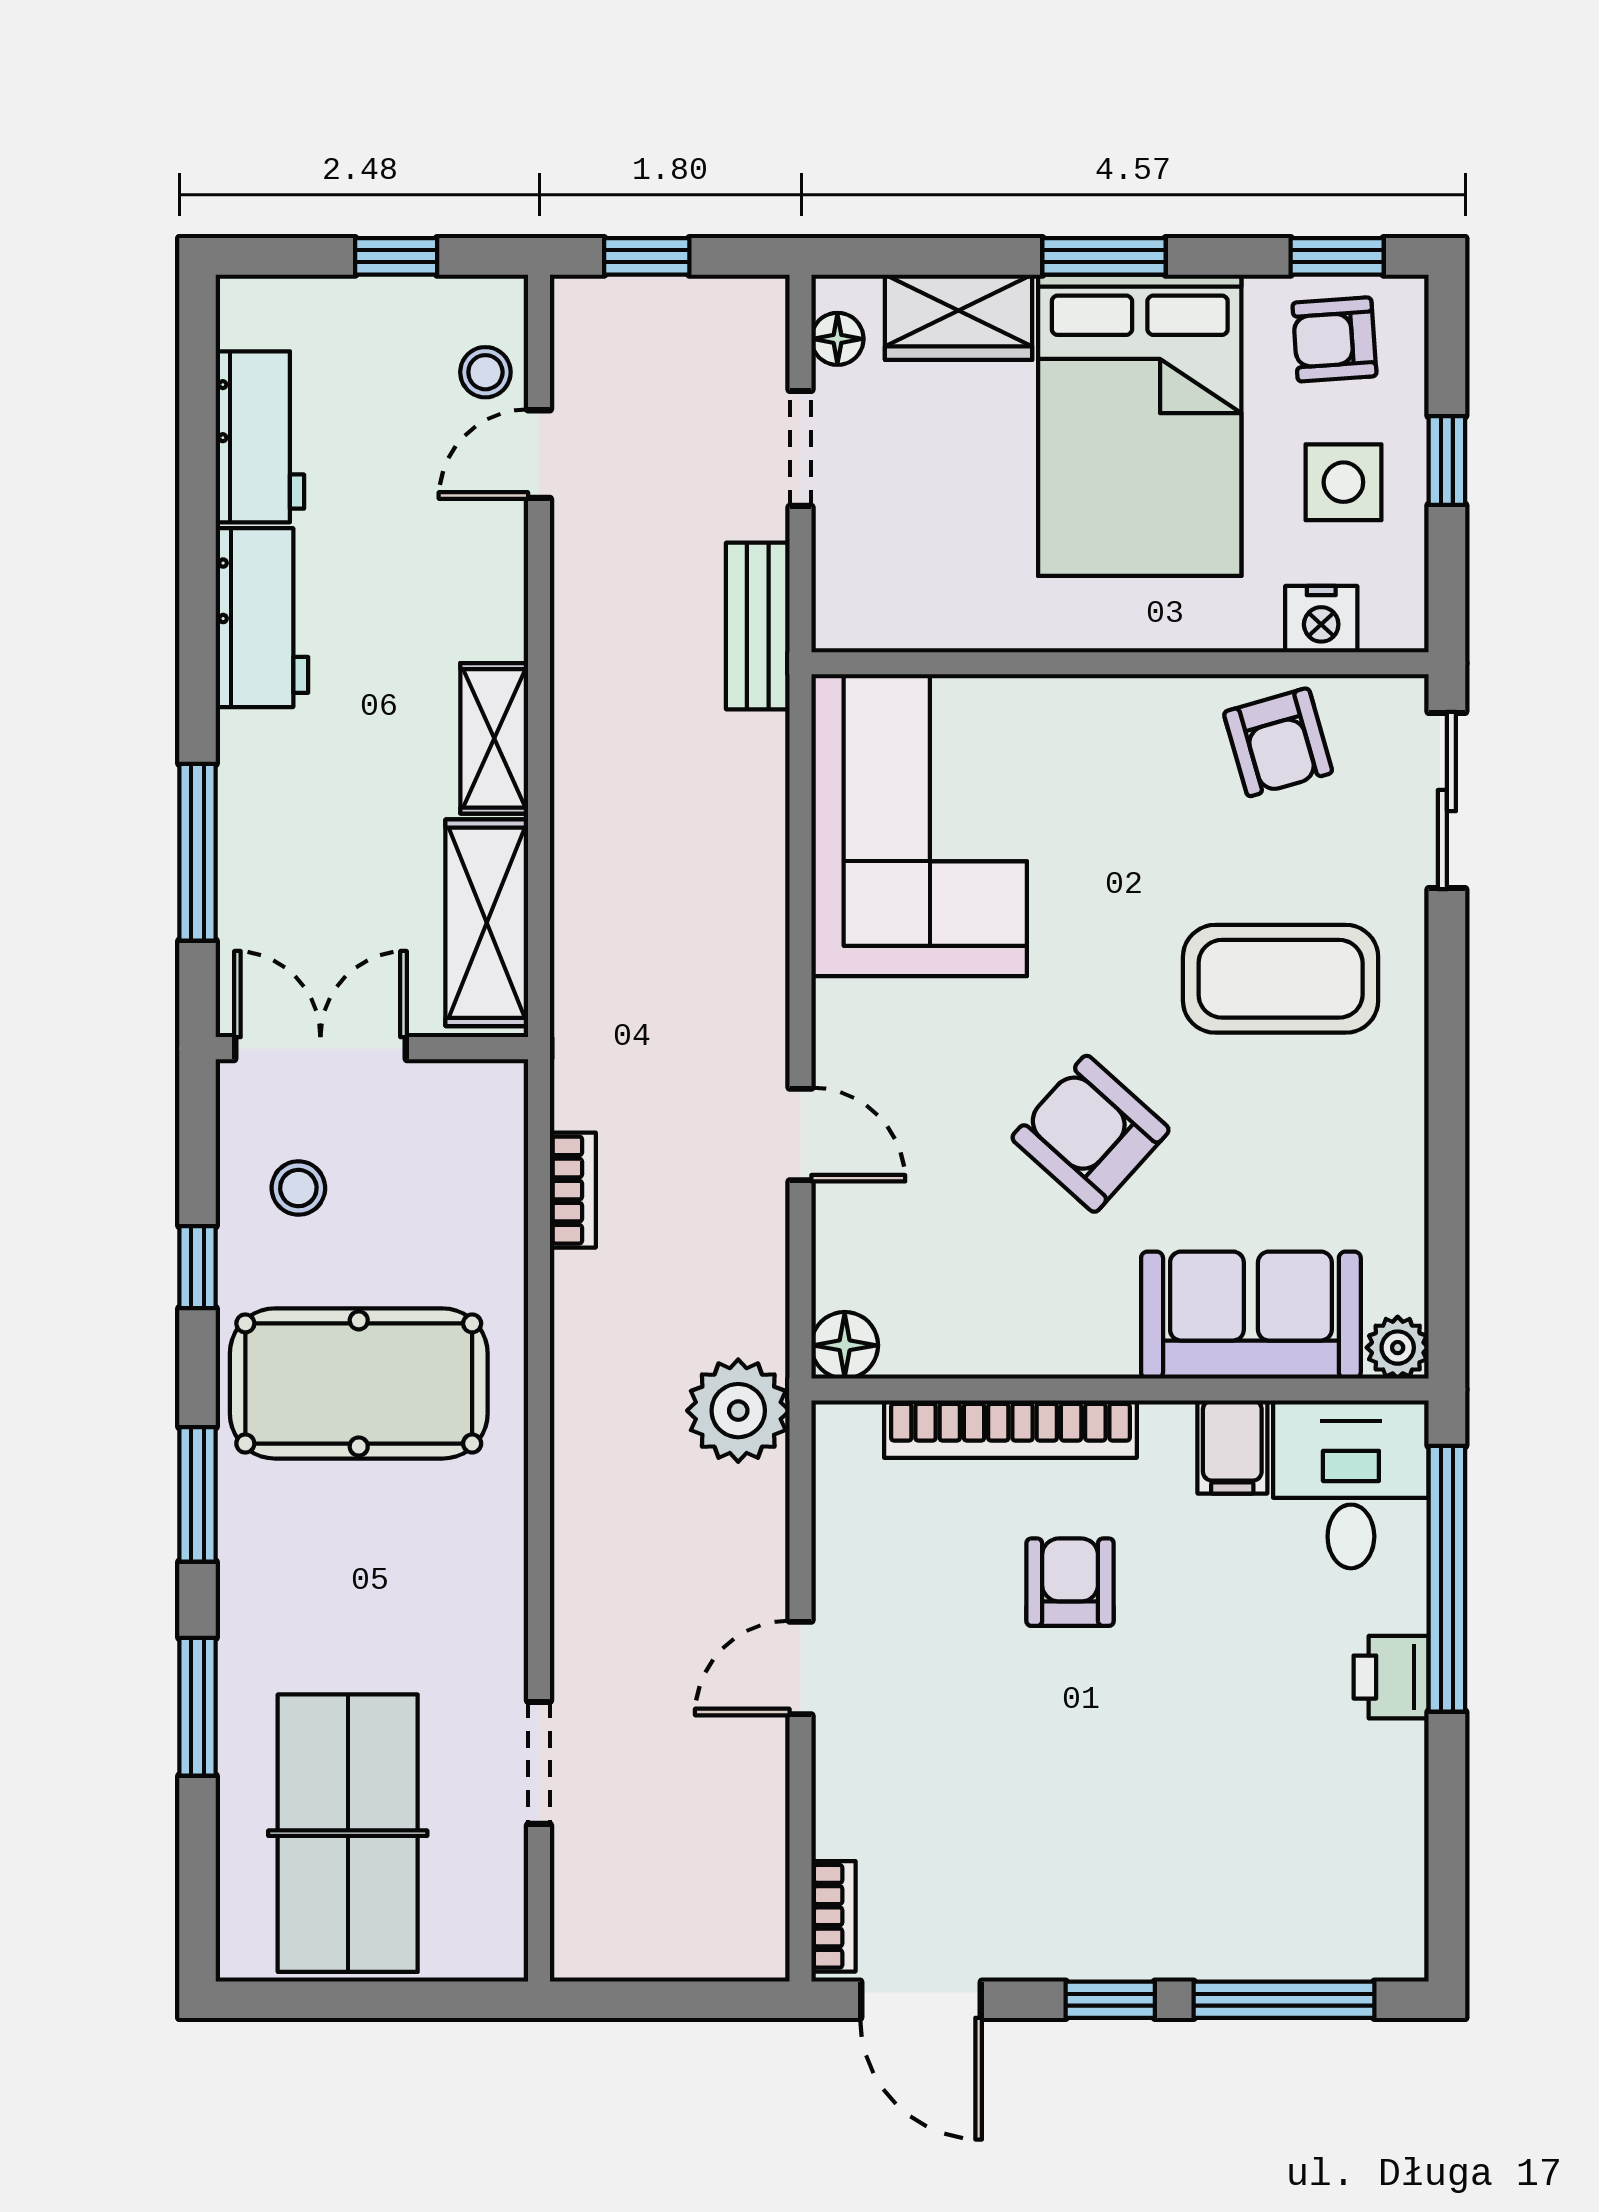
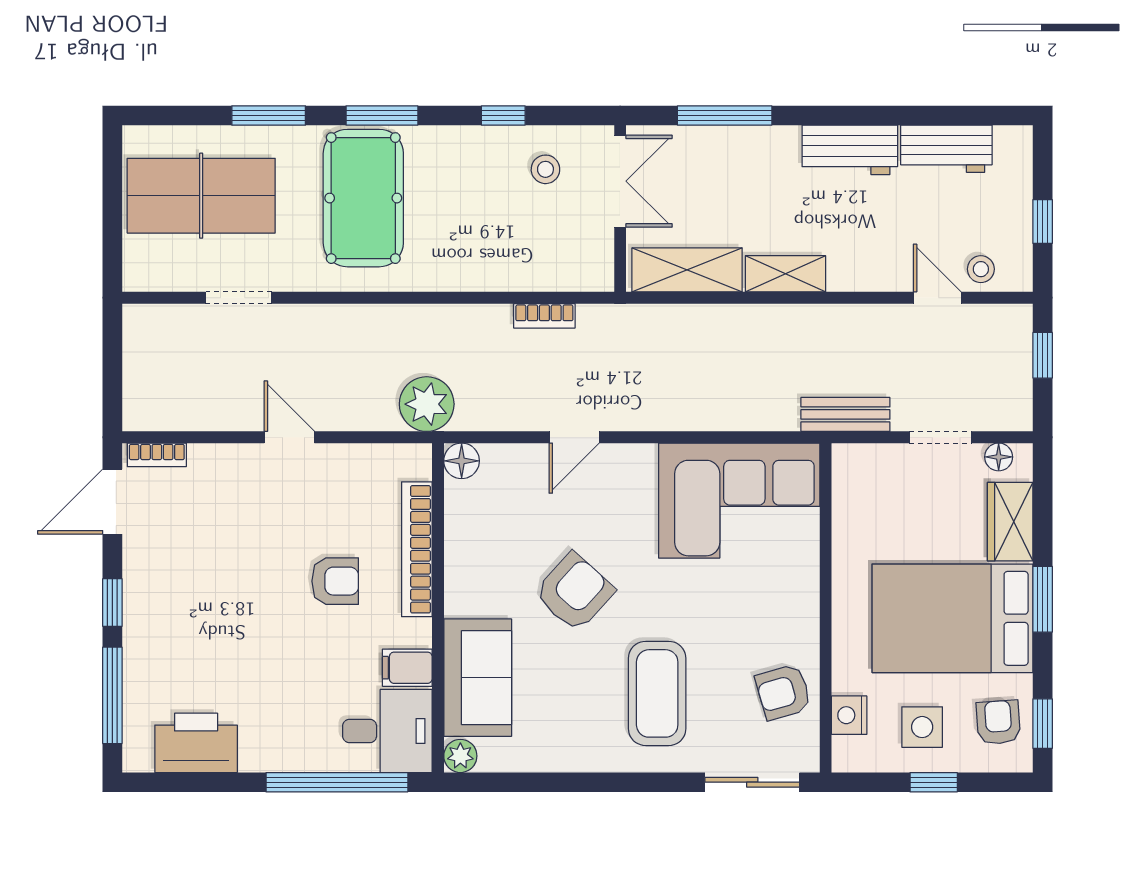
pool table: (359, 1383) -> (363, 198), moved
printer: (1391, 1677) -> (196, 743), moved, width x1.87, depth x1.48

